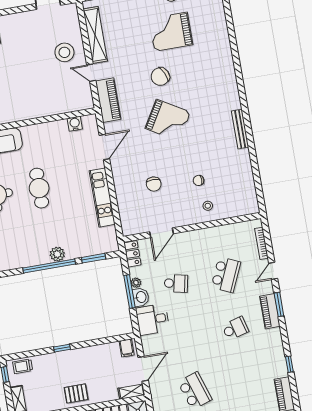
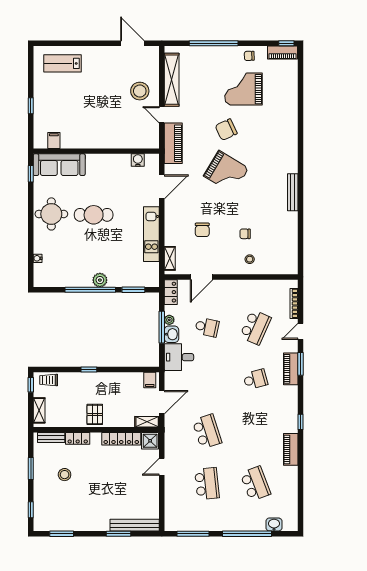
cafe table: (39, 188) -> (94, 215), turned 90
shelving: (125, 219) -> (170, 258), added
pallet: (76, 393) -> (95, 414), turned 90

